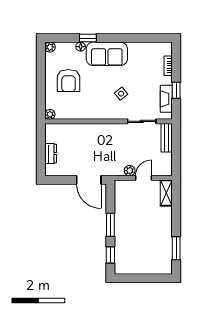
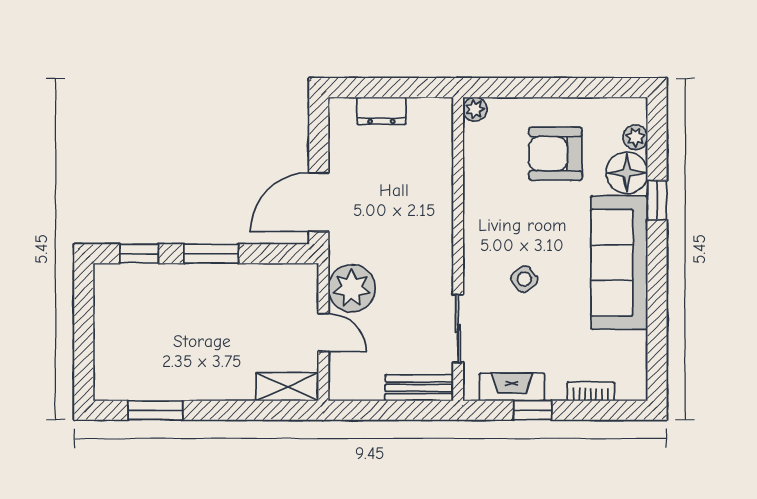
plant: (50, 47) -> (635, 137), moved
floor lamp: (81, 47) -> (627, 173), width x1.89, depth x1.89
sofa: (107, 54) -> (619, 263), width x1.36
plant: (130, 171) -> (352, 288), width x1.88, depth x1.88

